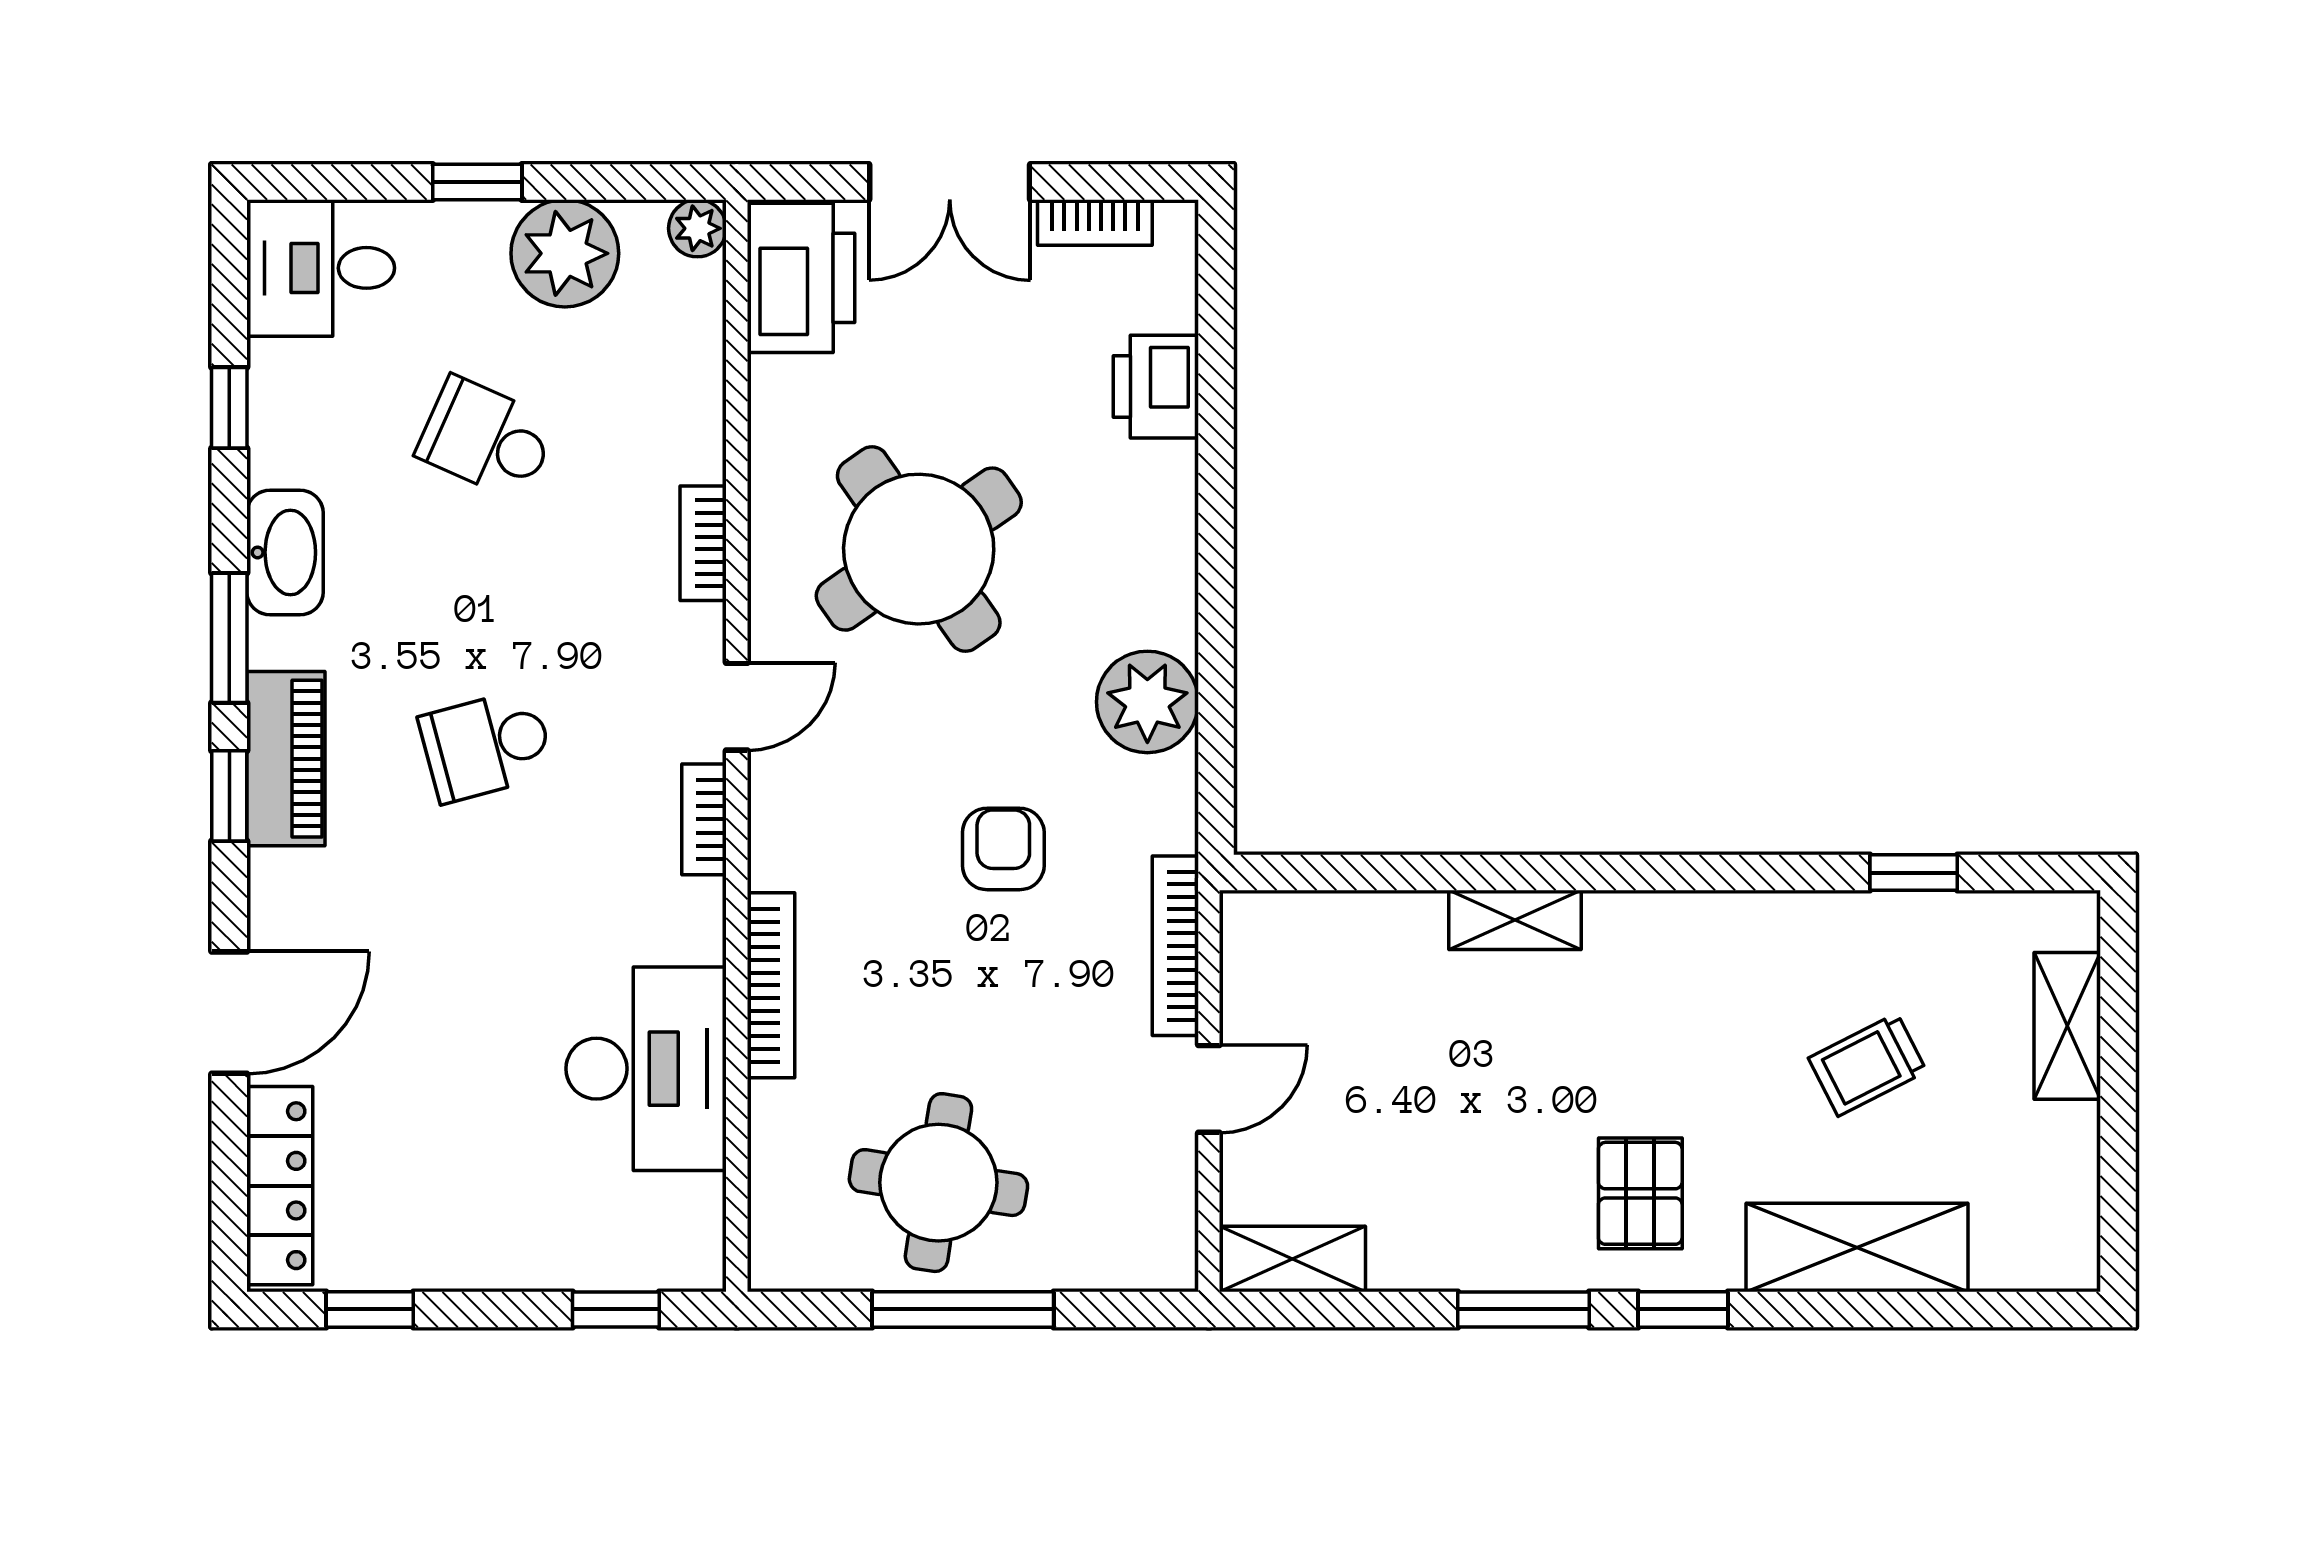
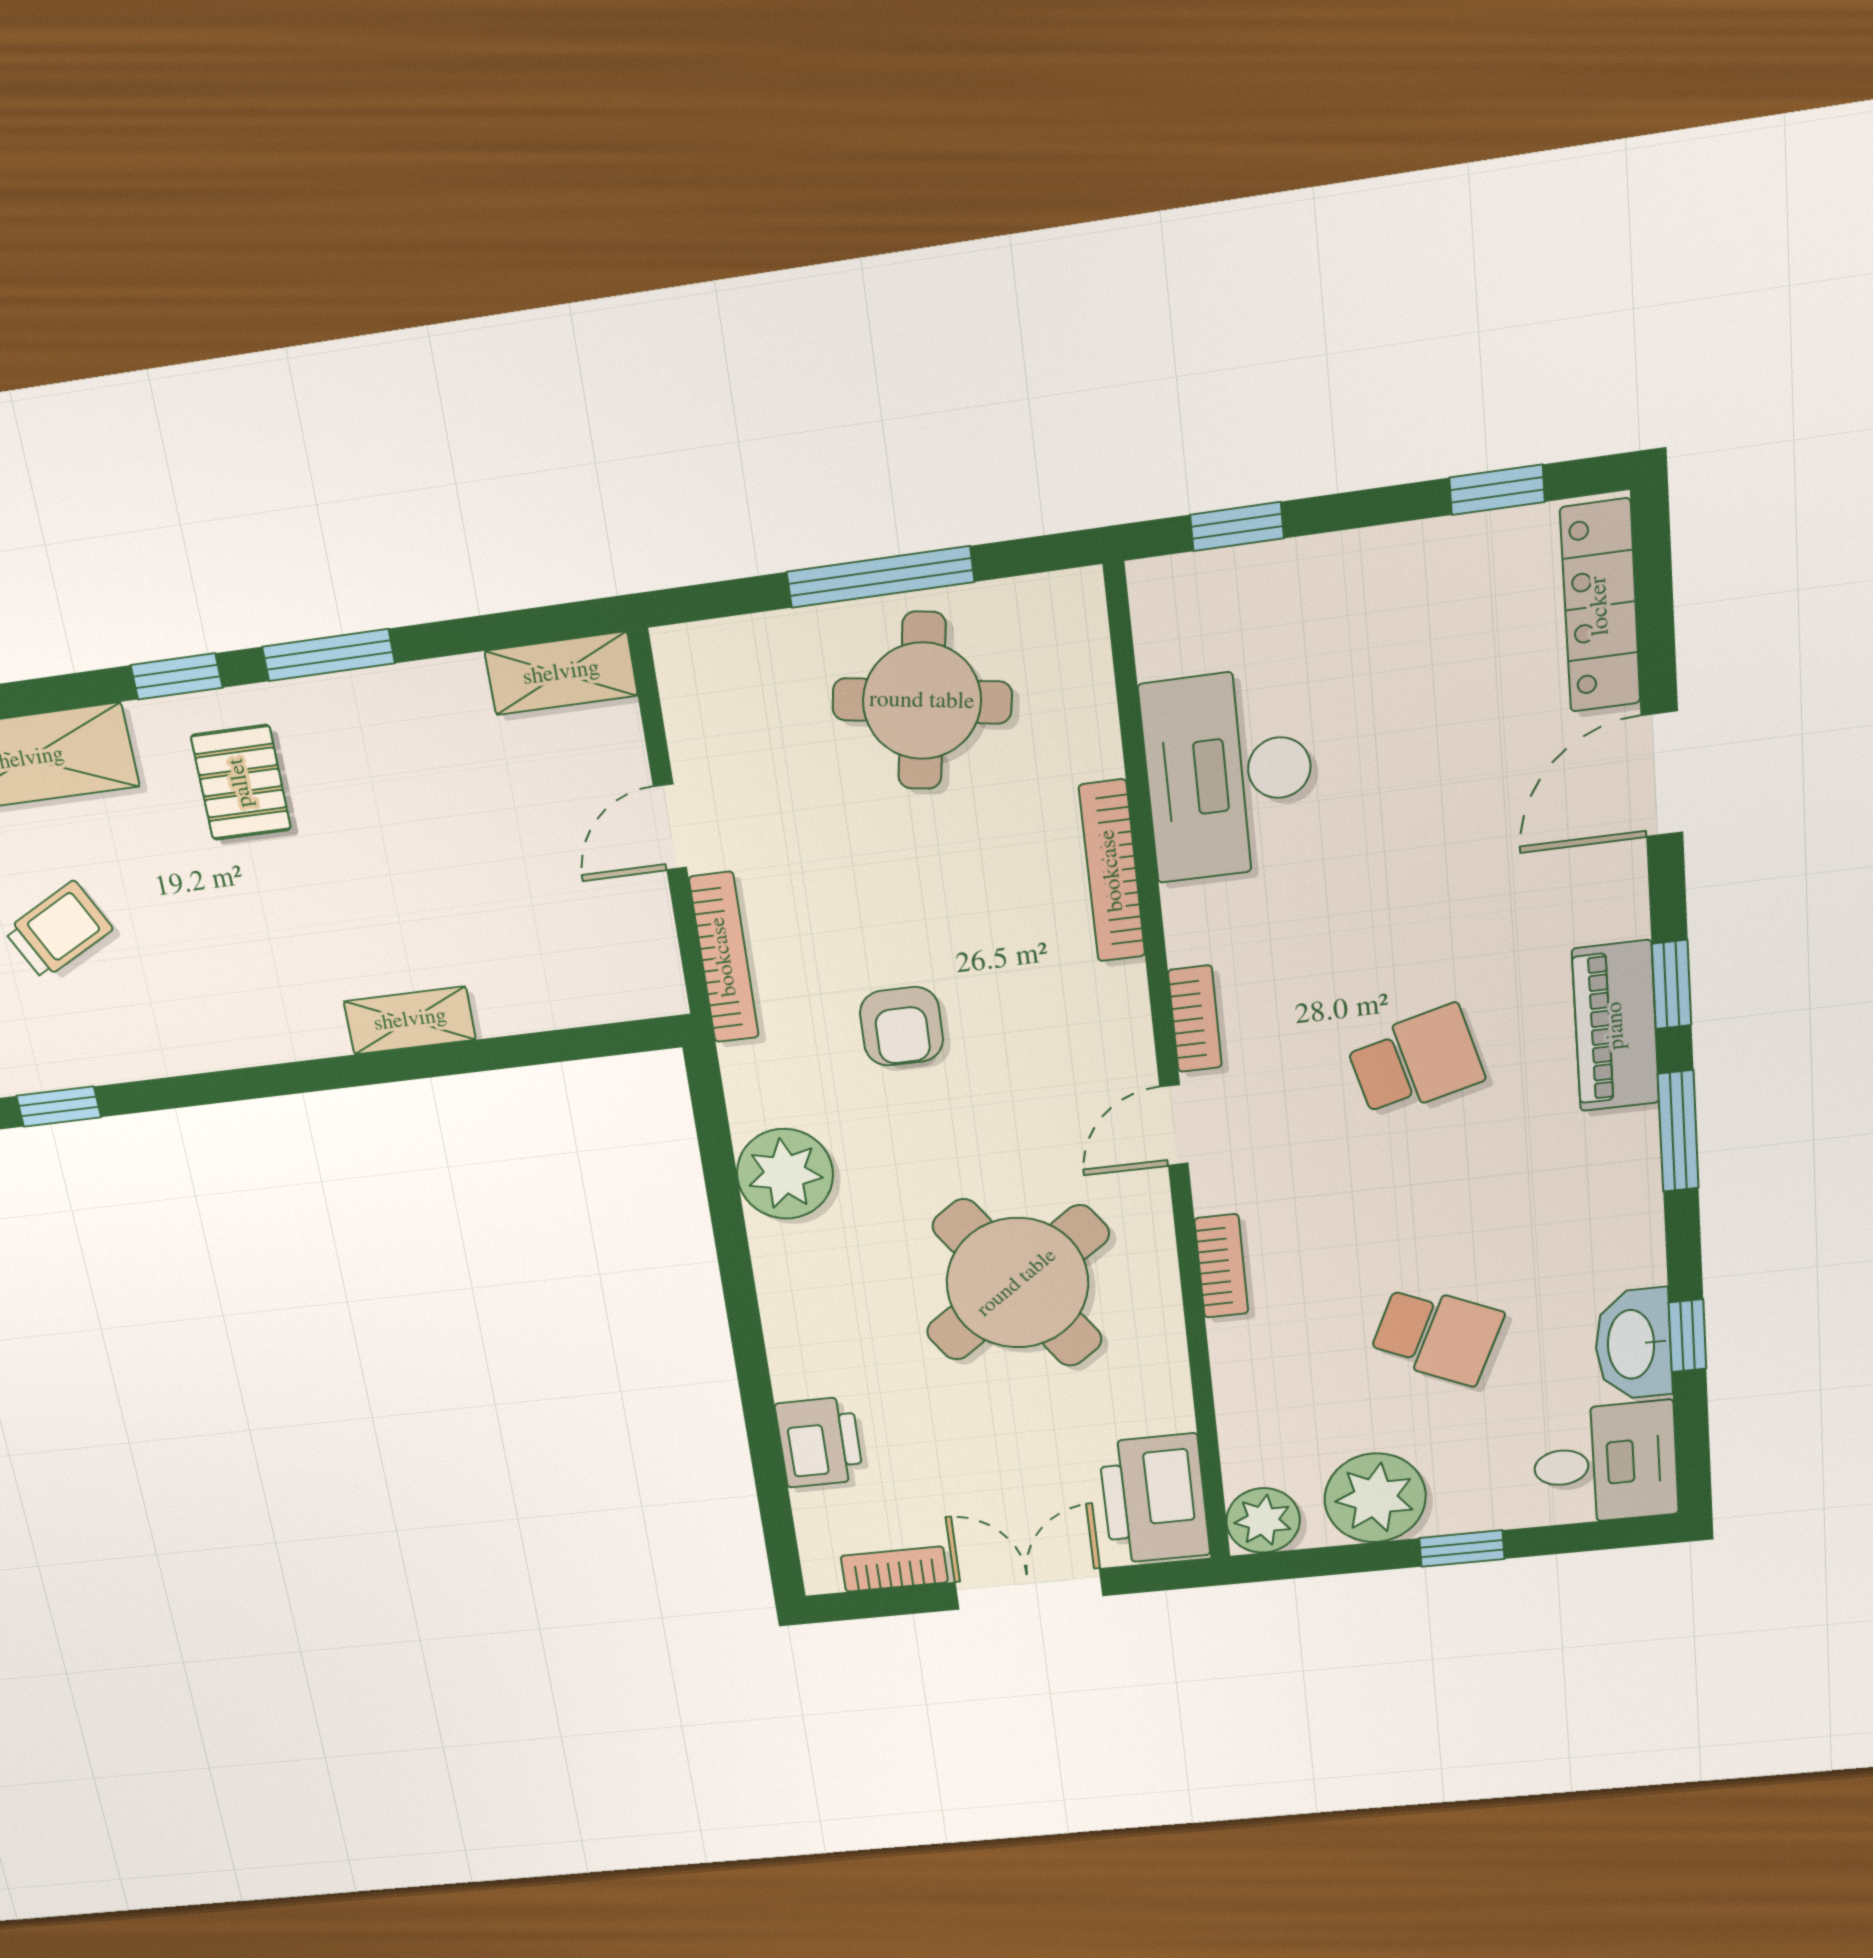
plant: (697, 228) -> (1263, 1520), width x1.38, depth x1.38
washbasin: (285, 552) -> (1633, 1344), moved

